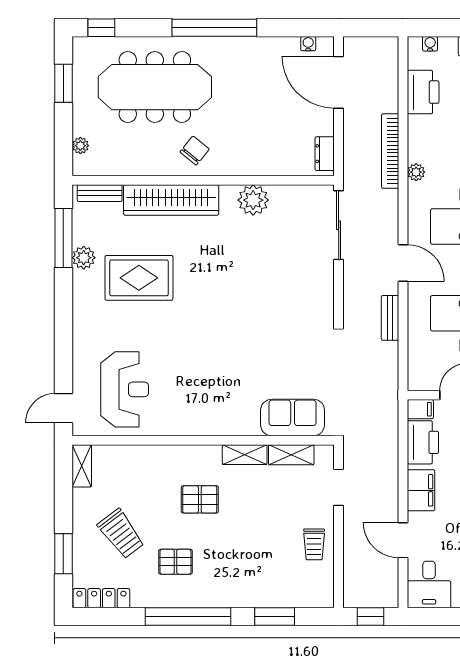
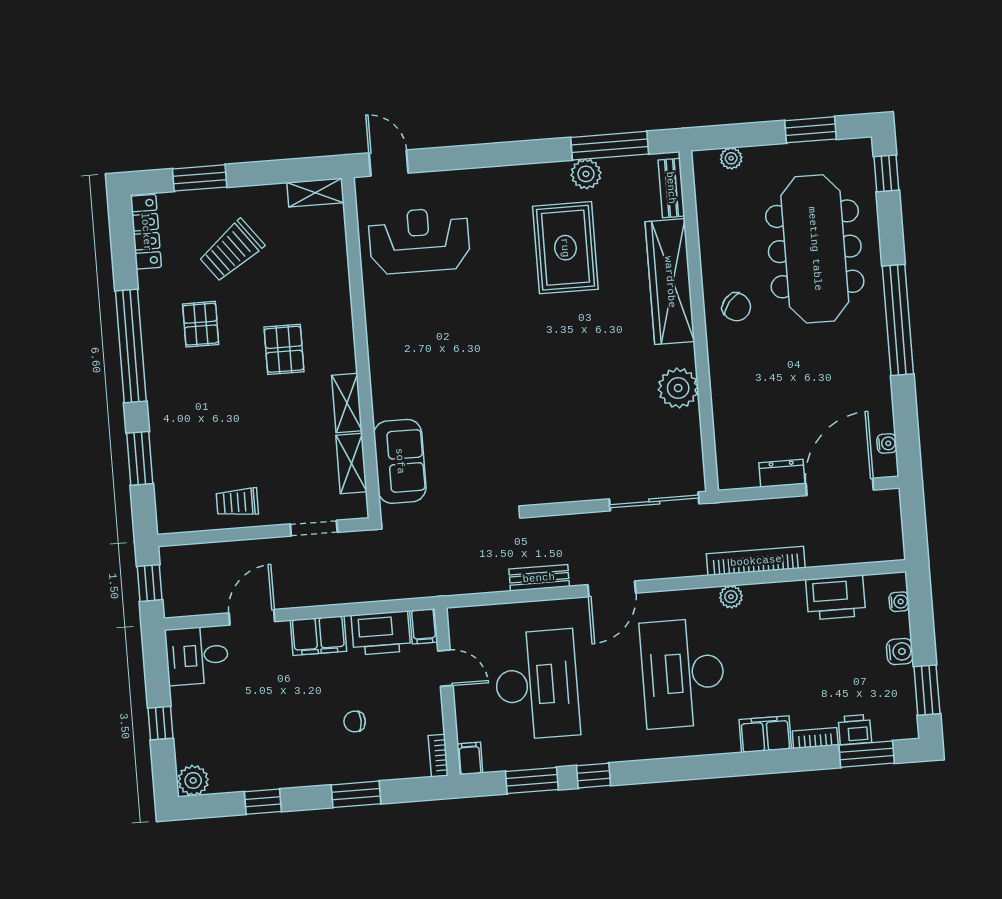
dresser: (325, 154) -> (782, 473), moved
reception desk: (125, 389) -> (419, 241), turned 180

